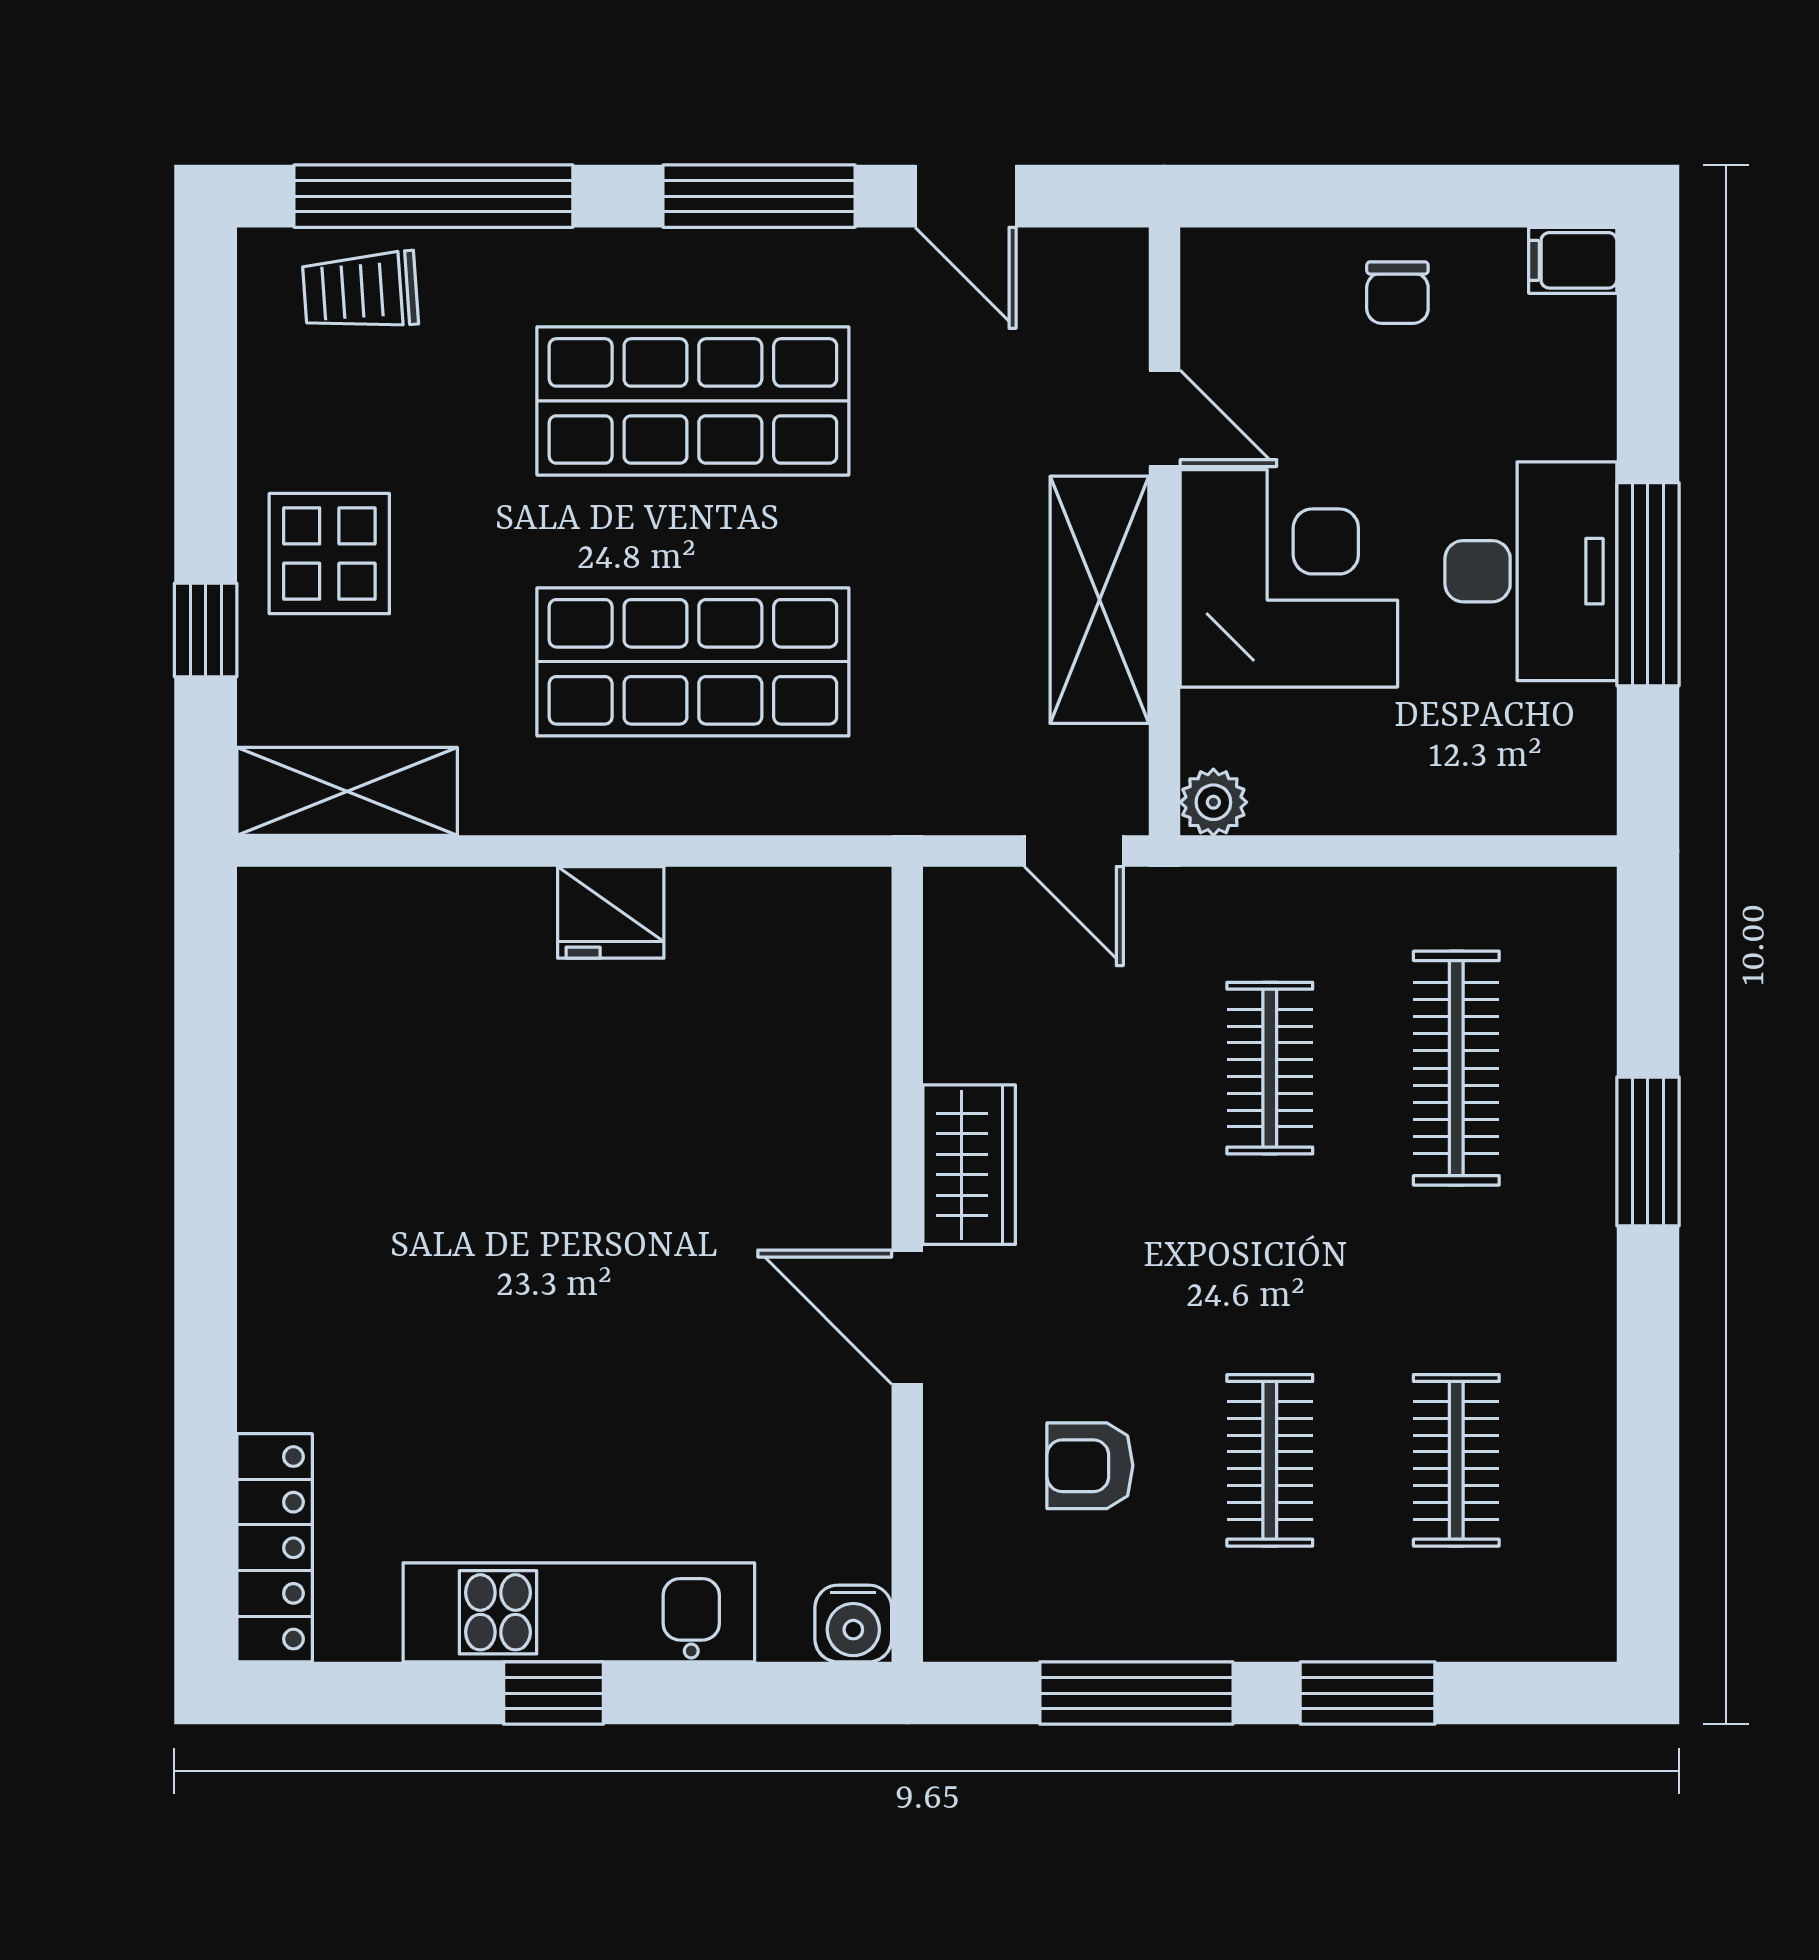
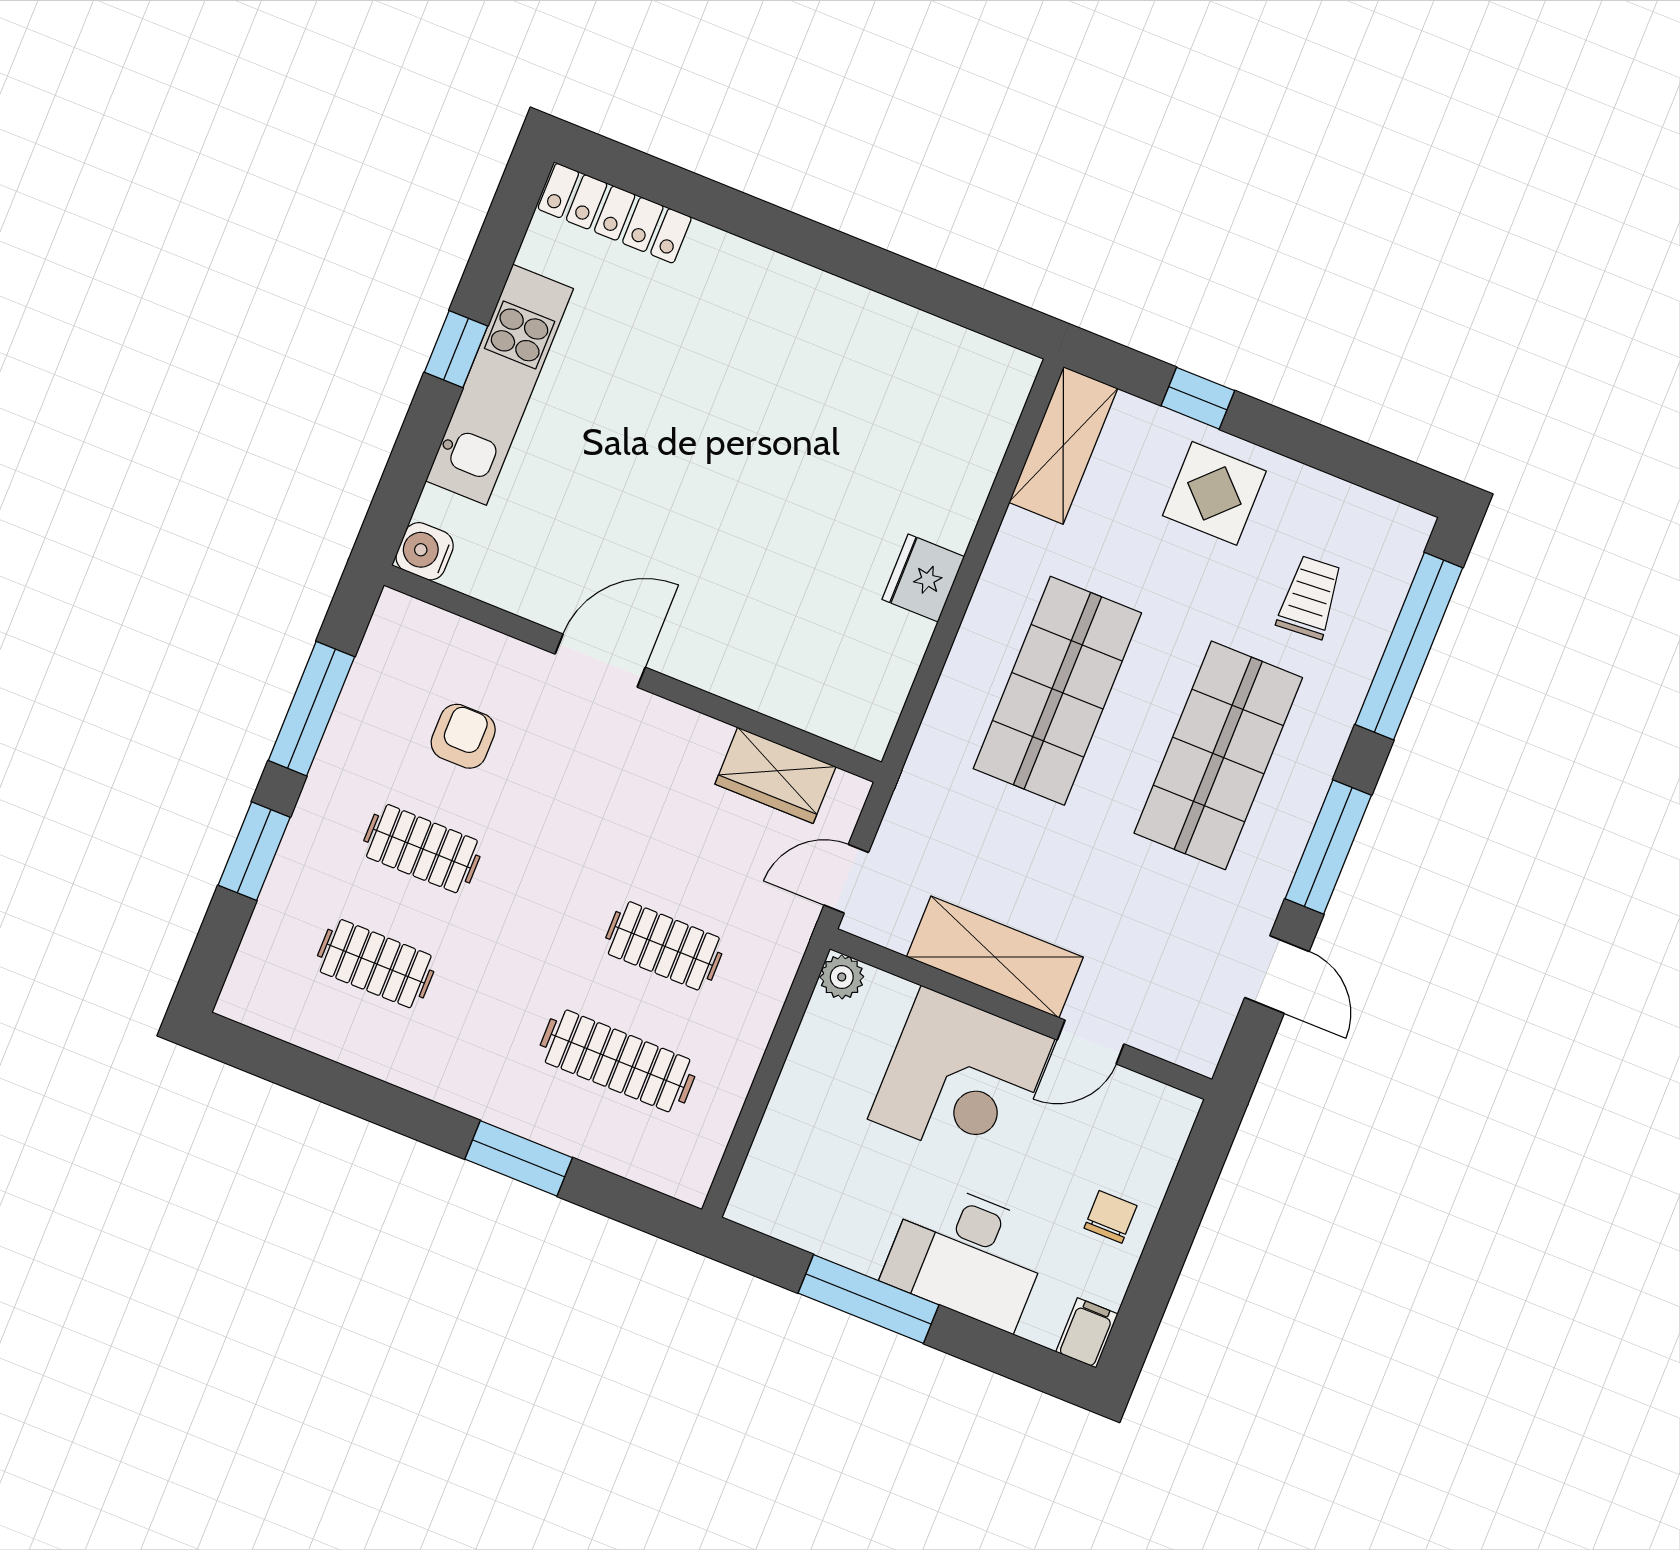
door: (966, 196) -> (1277, 974), swing flipped
trolley: (360, 291) -> (1310, 597), moved
chair: (1397, 293) -> (1110, 1217), turned 90
desk: (1531, 571) -> (967, 1255), moved
wardrobe: (969, 1165) -> (775, 775), moved

